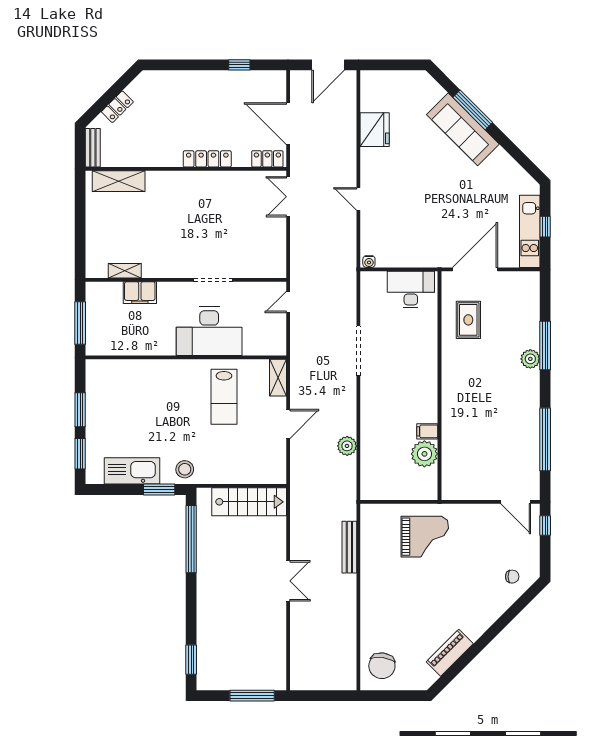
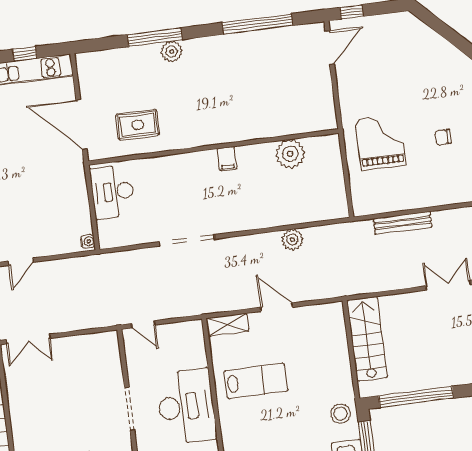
filing cabinet: (427, 431) -> (227, 159), moved
chair: (512, 577) -> (443, 137), moved, turned -90

